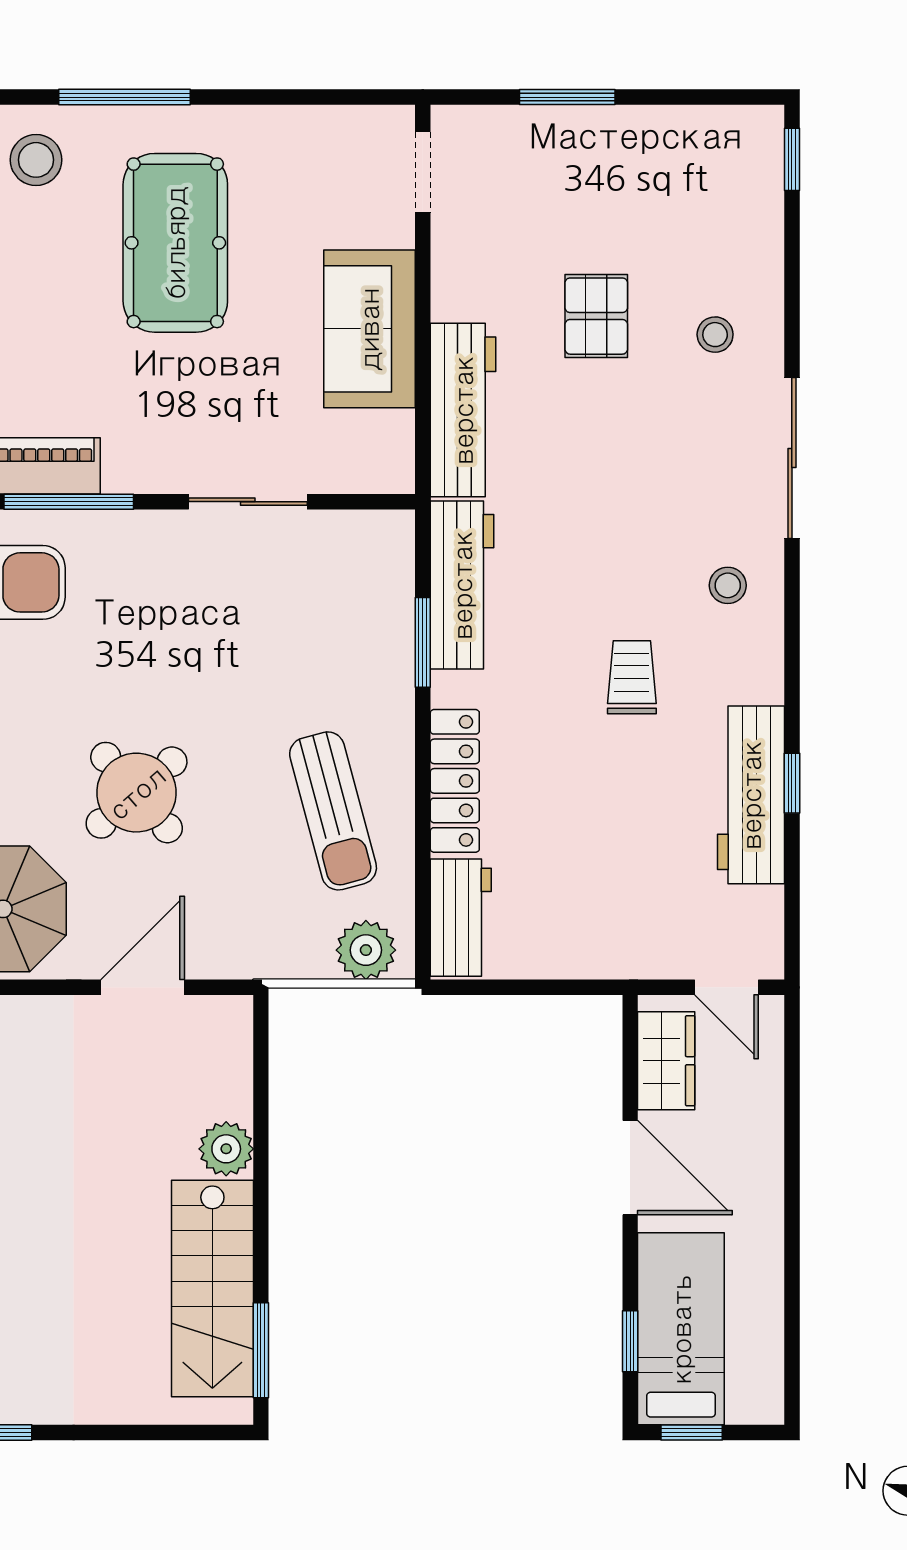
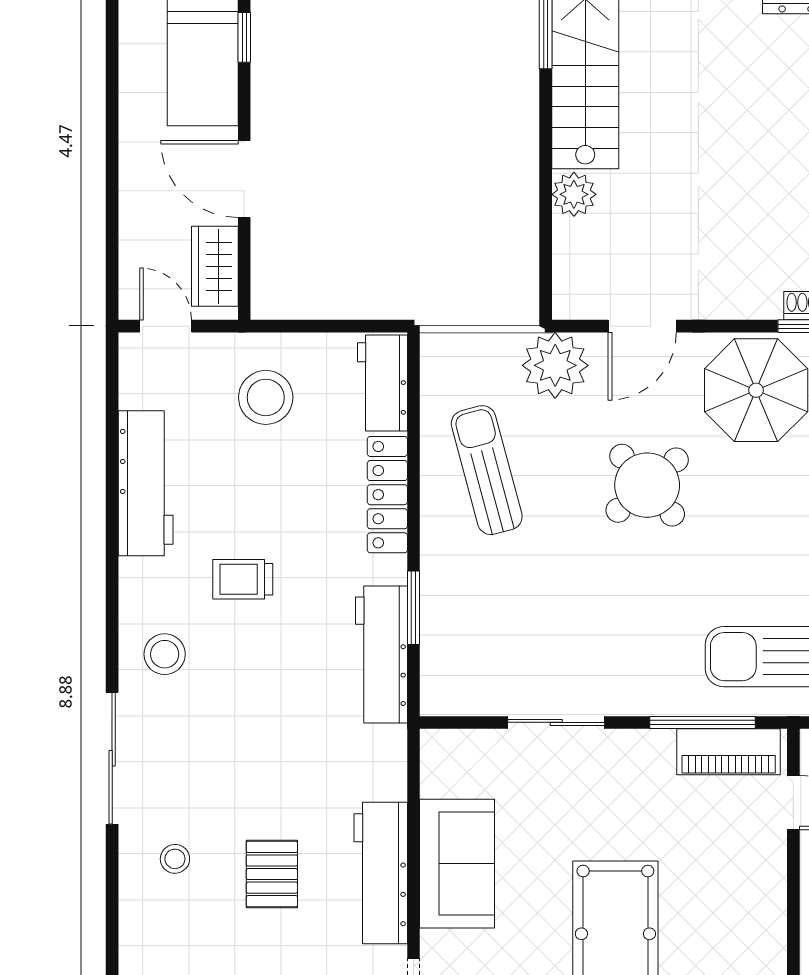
workbench: (463, 410) -> (381, 873), moved
stool: (728, 585) -> (165, 654), width x1.37, depth x1.37
trolley: (632, 677) -> (243, 579), turned 90
window: (792, 783) -> (112, 493), removed
stool: (604, 900) -> (266, 397), added
plant: (366, 950) -> (555, 365), moved, width x1.36, depth x1.36

